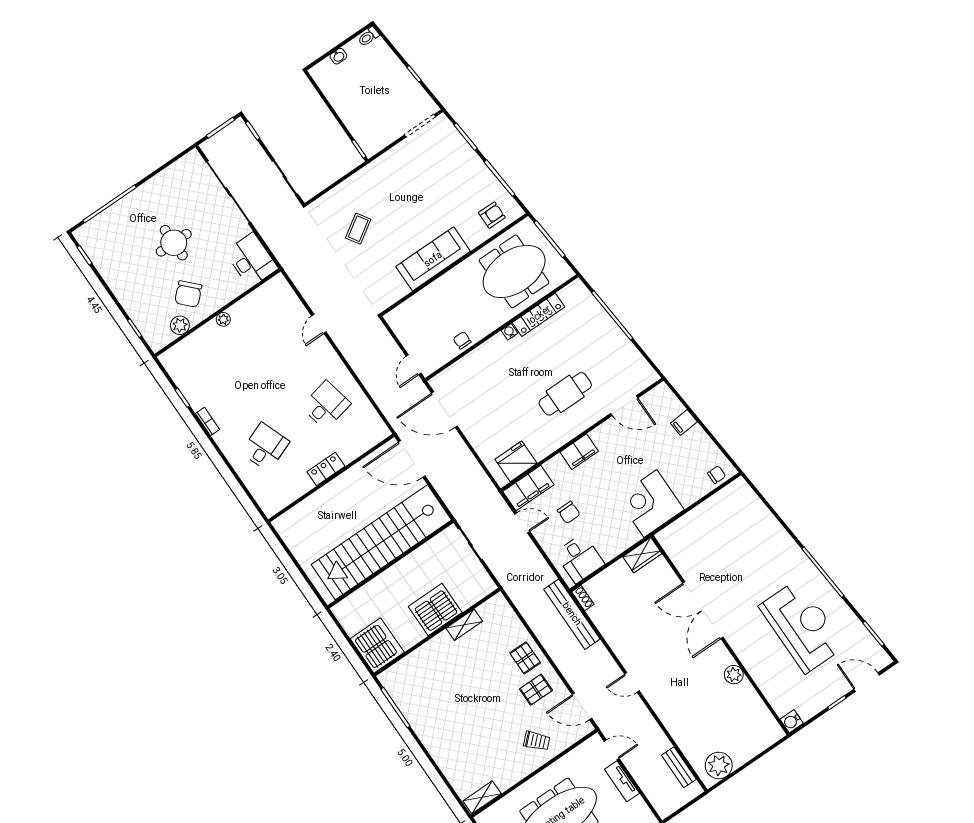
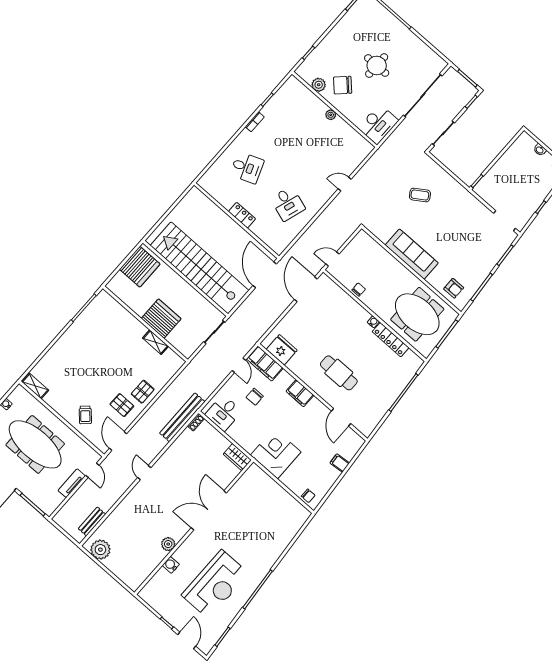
desk: (326, 405) -> (288, 204), turned 30
server rack: (377, 646) -> (140, 267), moved
water cooler: (792, 721) -> (171, 565), moved

